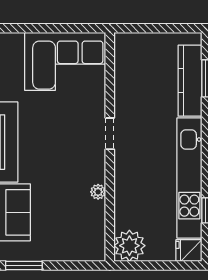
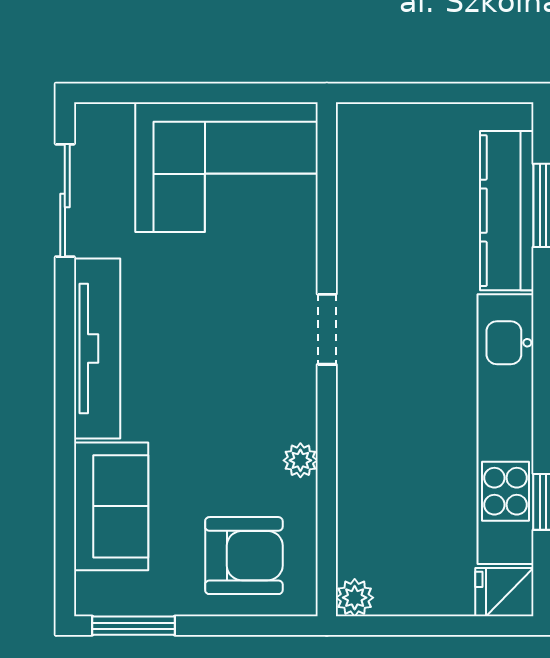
armchair: (73, 234) -> (244, 556), added
plant: (129, 246) -> (355, 598), width x0.53, depth x0.53

